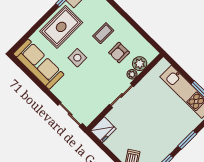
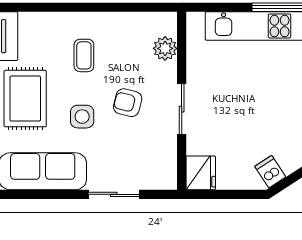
armchair: (119, 53) -> (128, 103), moved, turned 104
plant: (132, 74) -> (169, 71), removed
sliding door: (70, 114) -> (114, 194), moved

